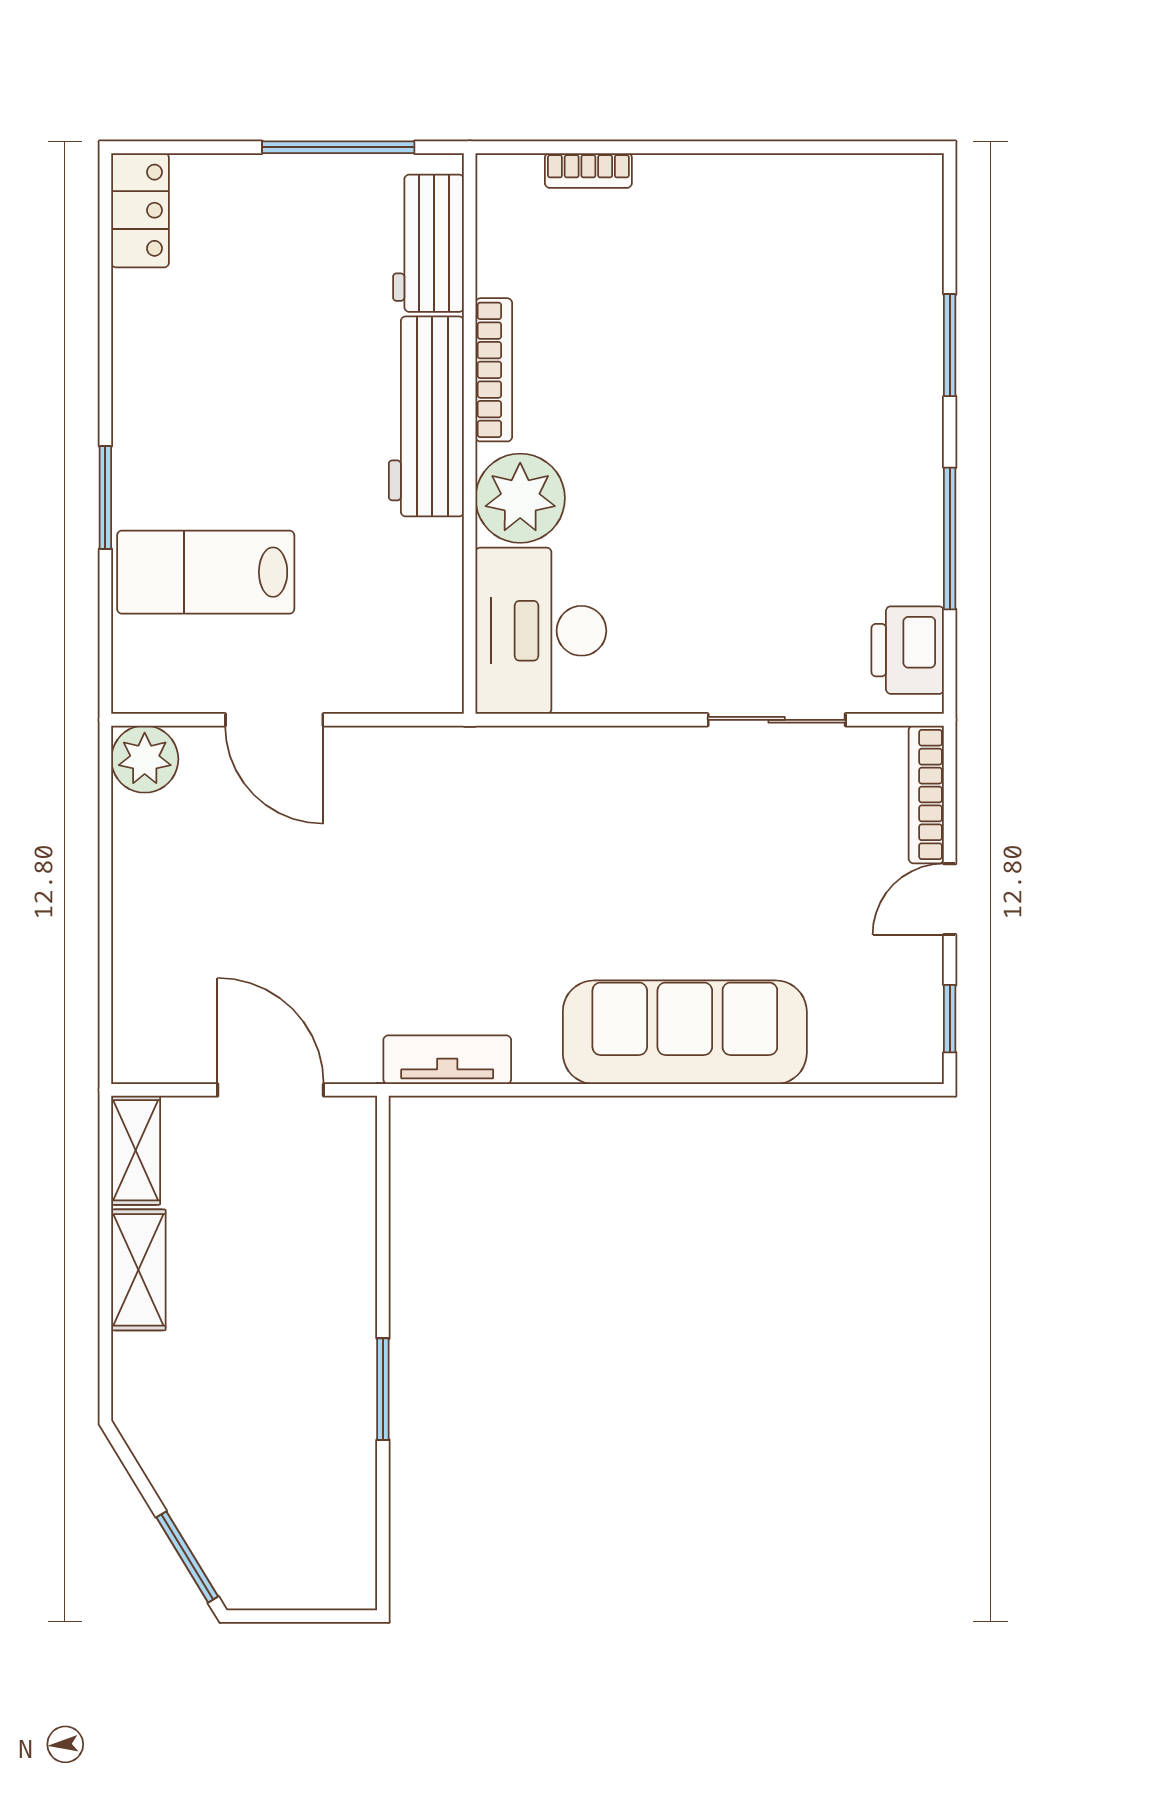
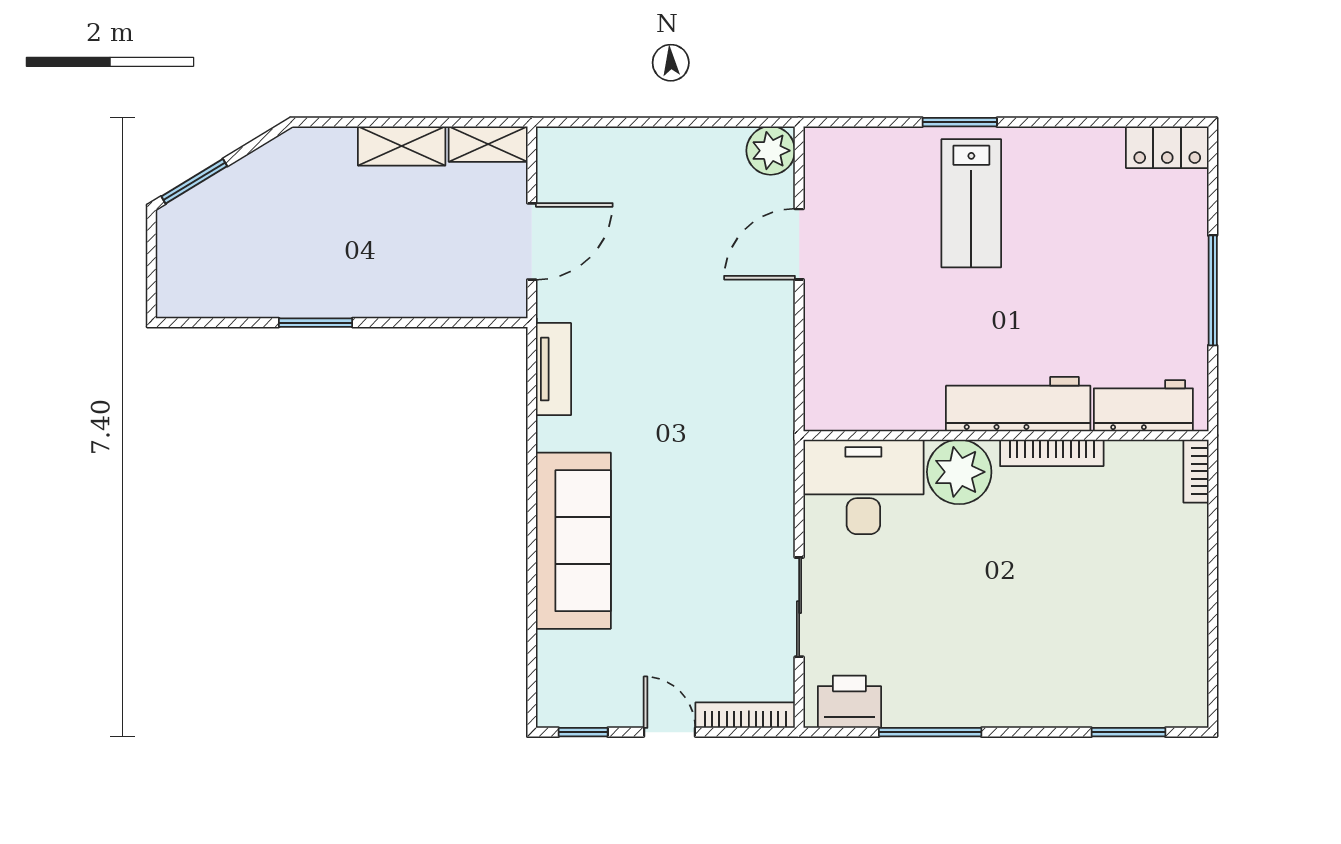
workbench: (428, 243) -> (1143, 406), moved
window: (950, 345) -> (1128, 732), moved
bookcase: (494, 370) -> (1052, 453), moved
workbench: (426, 416) -> (1018, 404), moved
wall: (470, 434) -> (1006, 435), moved
plant: (520, 498) -> (959, 472), moved
lab bench: (206, 572) -> (971, 203), moved, turned 180
desk: (541, 631) -> (863, 487), moved

